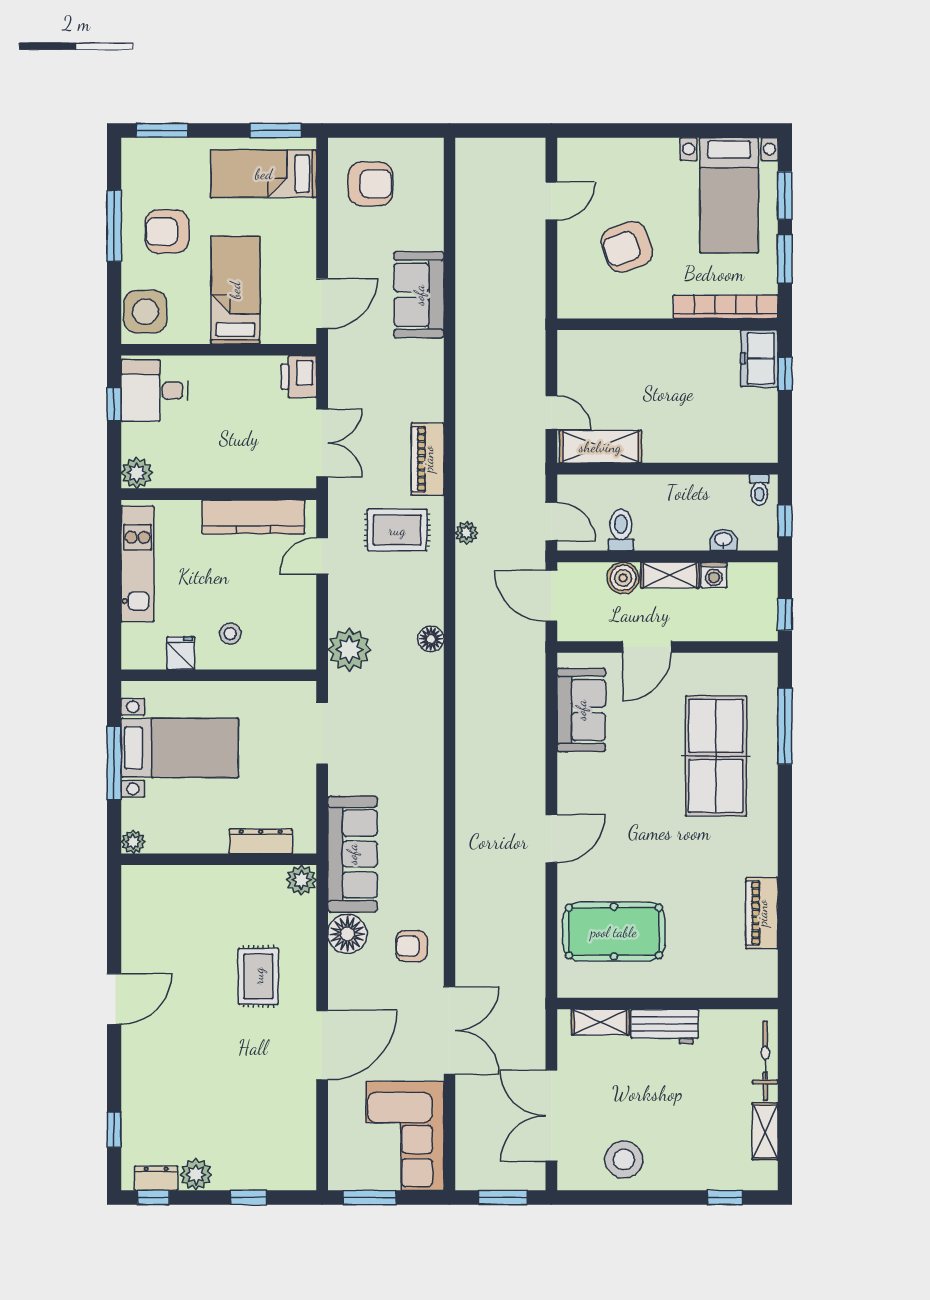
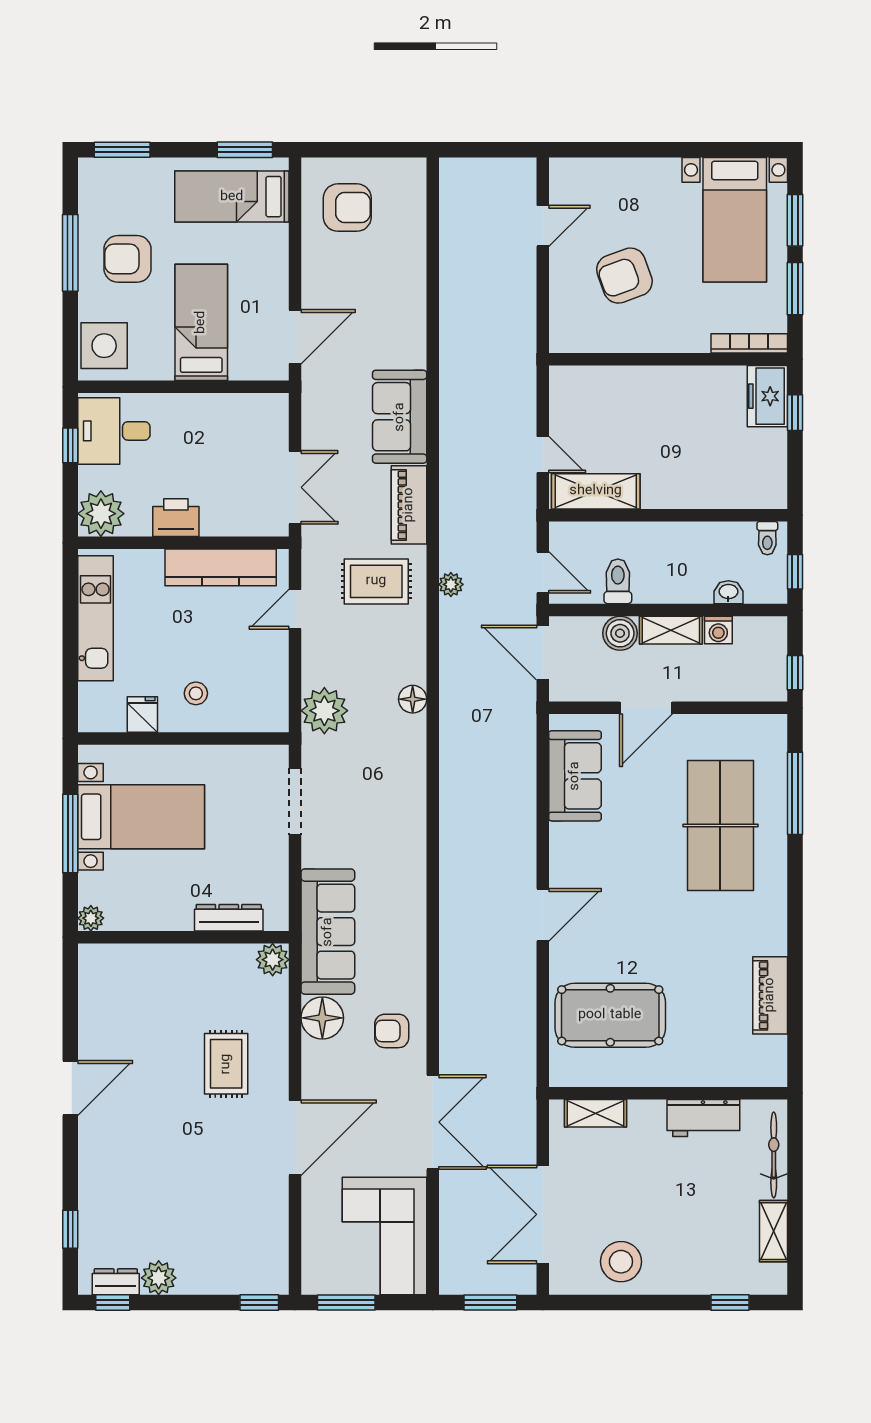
sofa: (419, 295) -> (400, 417), moved
bookcase: (726, 307) -> (749, 343), width x0.68, depth x0.76
printer: (299, 377) -> (176, 518), moved, turned 90
plant: (137, 473) -> (101, 514), width x1.36, depth x1.36
workbench: (665, 1027) -> (703, 1118), moved
window: (248, 1197) -> (259, 1303), moved

